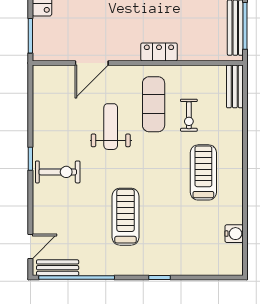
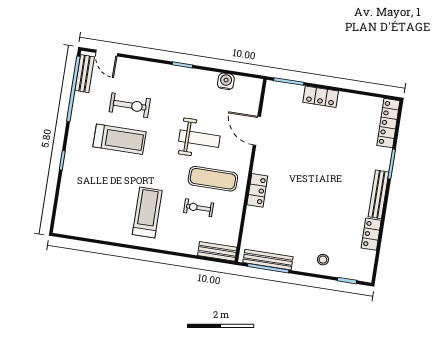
exercise bike: (58, 172) -> (130, 105), moved, turned -90
treadmill: (203, 172) -> (147, 213), turned -90
water cooler: (234, 234) -> (226, 81), moved, turned 180

